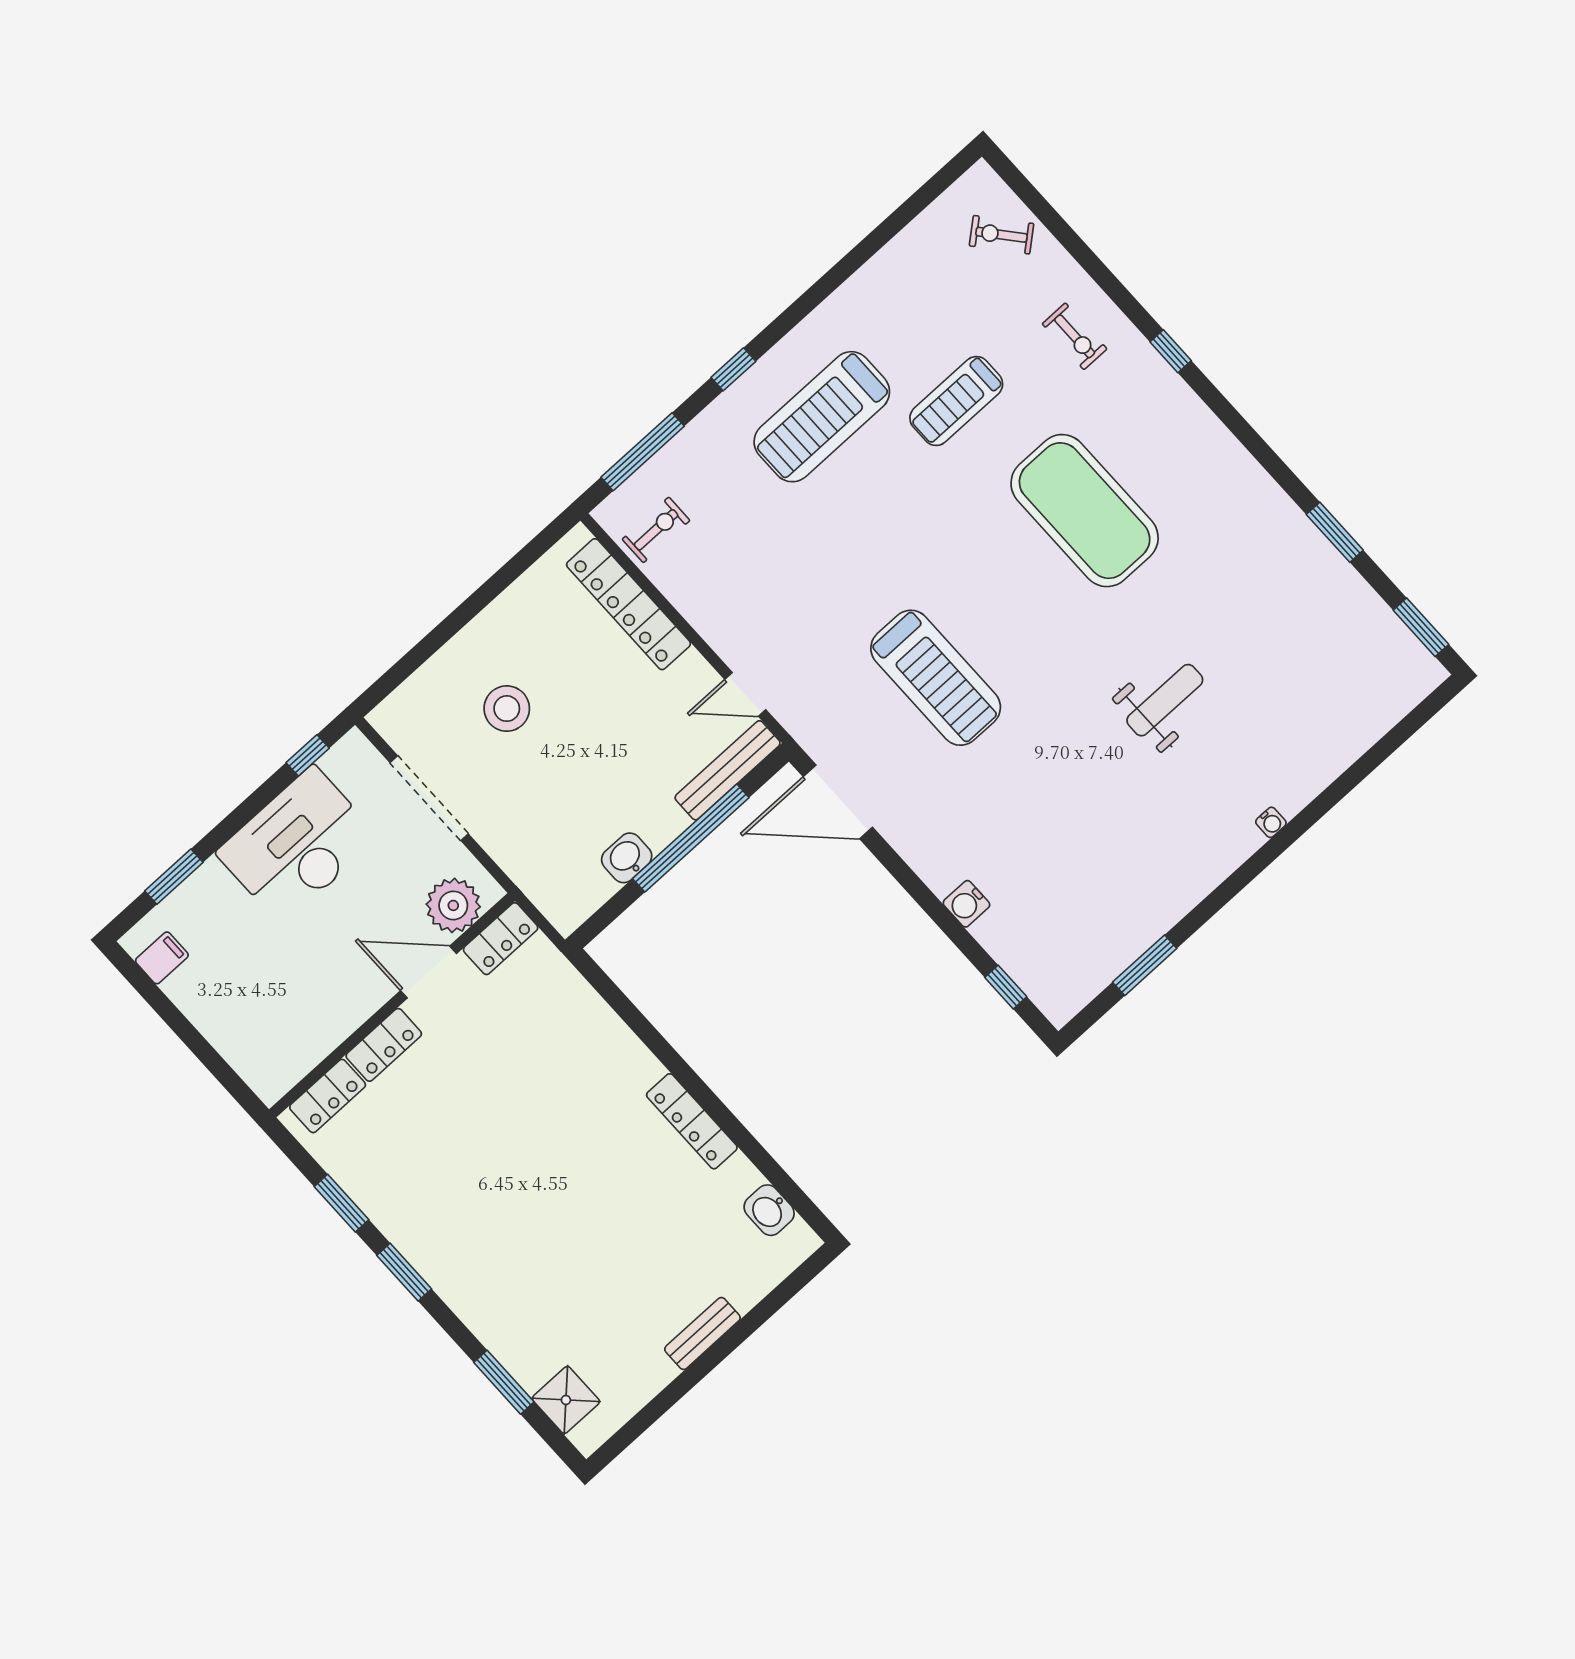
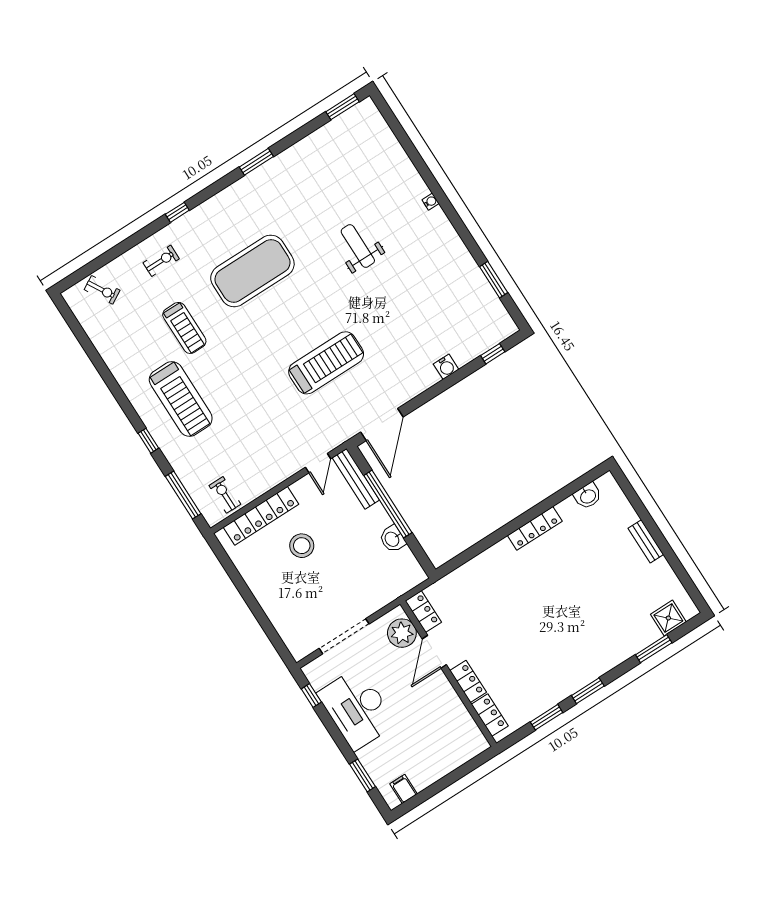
exercise bike: (1001, 235) -> (102, 290), turned -80
window: (1335, 532) -> (256, 162), moved
stool: (507, 709) -> (302, 546), moved

